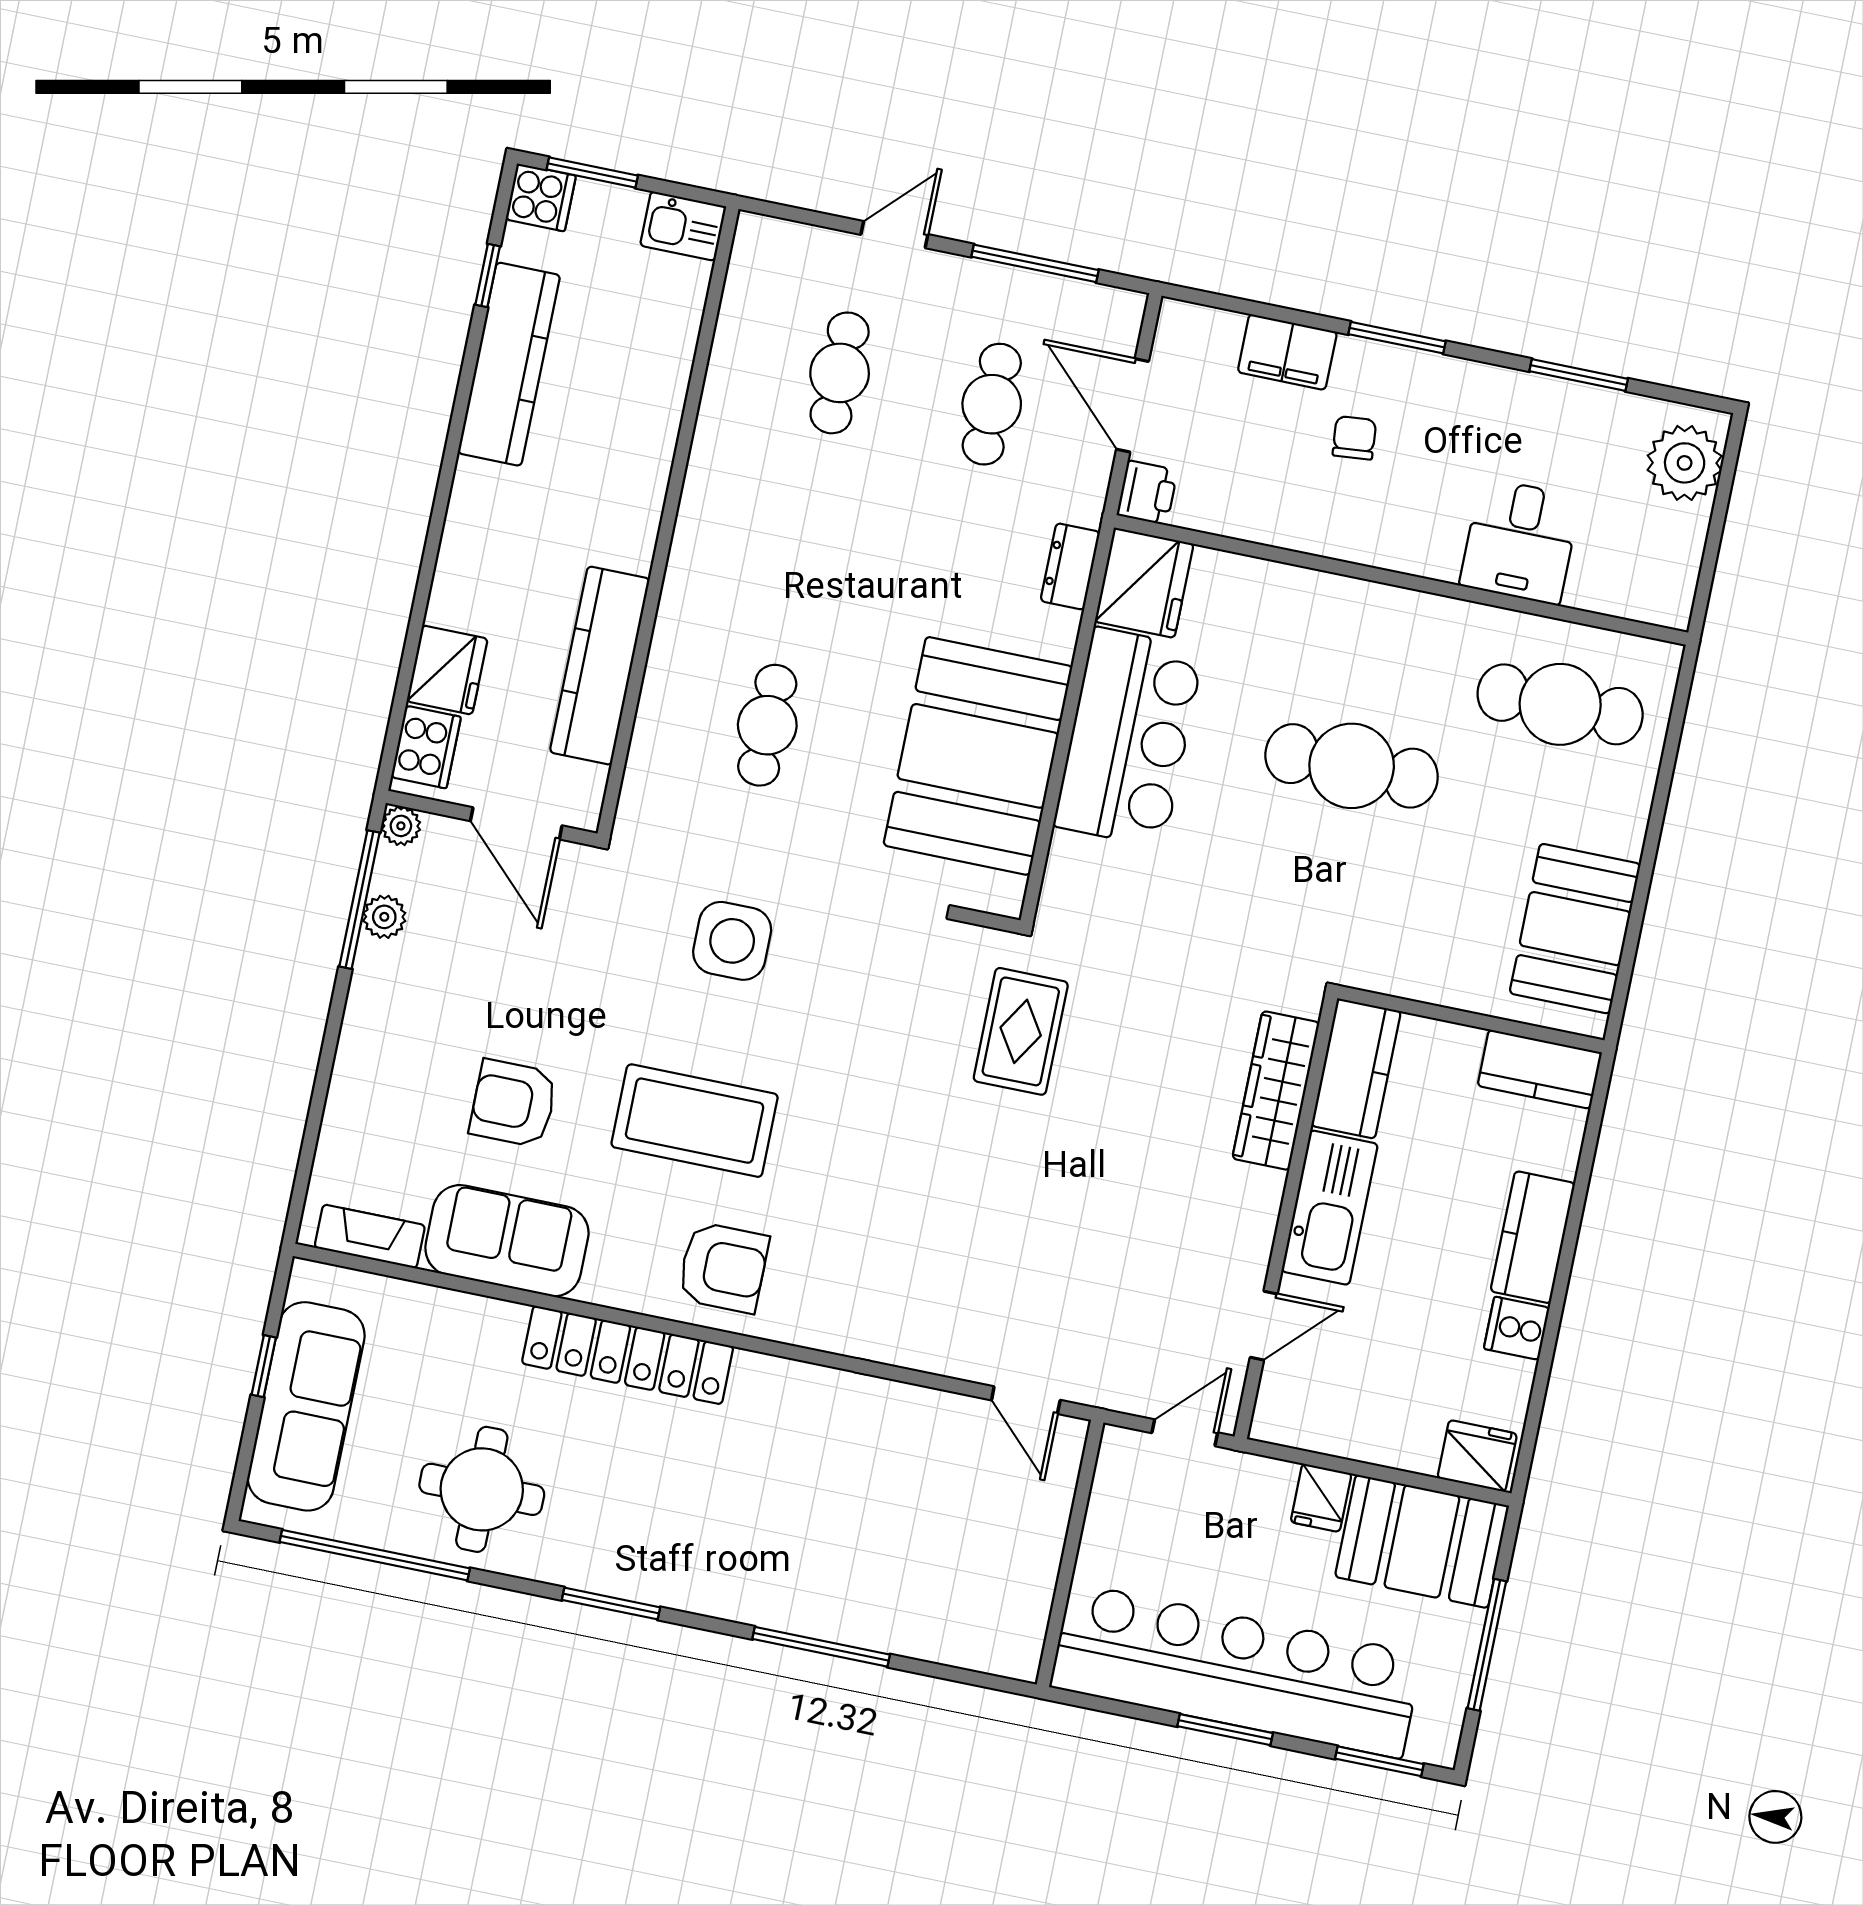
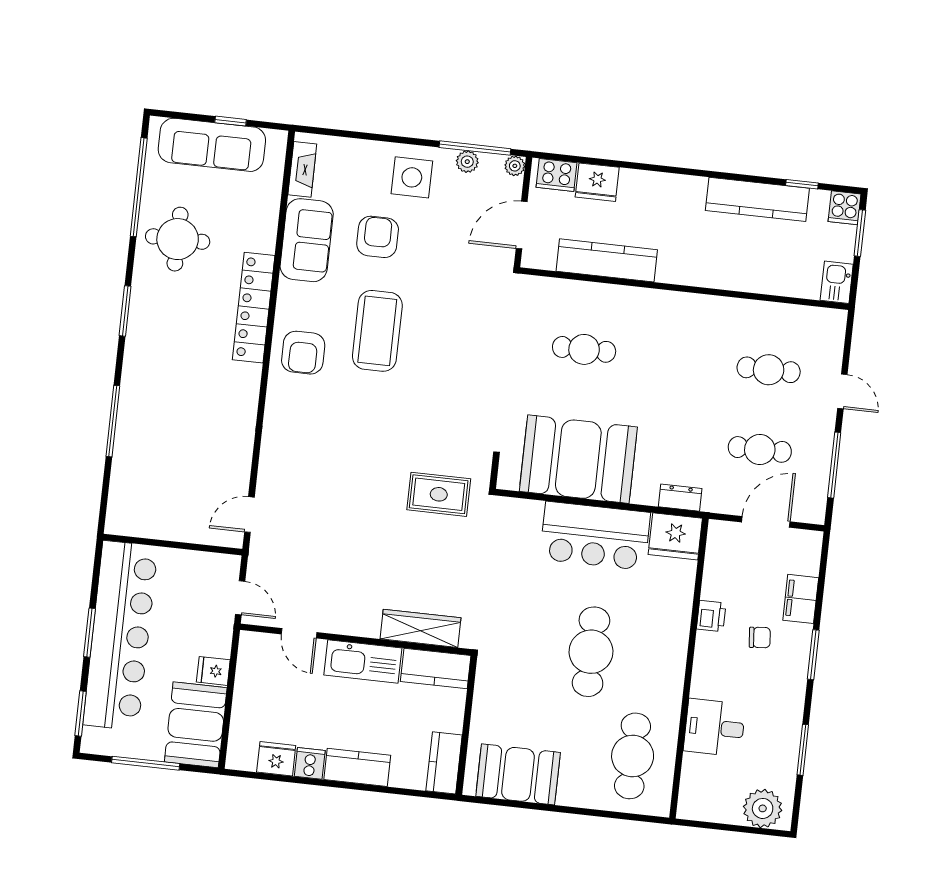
printer: (1147, 493) -> (711, 616), moved, turned -90
side table: (732, 941) -> (412, 177), moved
fridge: (1477, 1456) -> (276, 759), moved, turned -90

